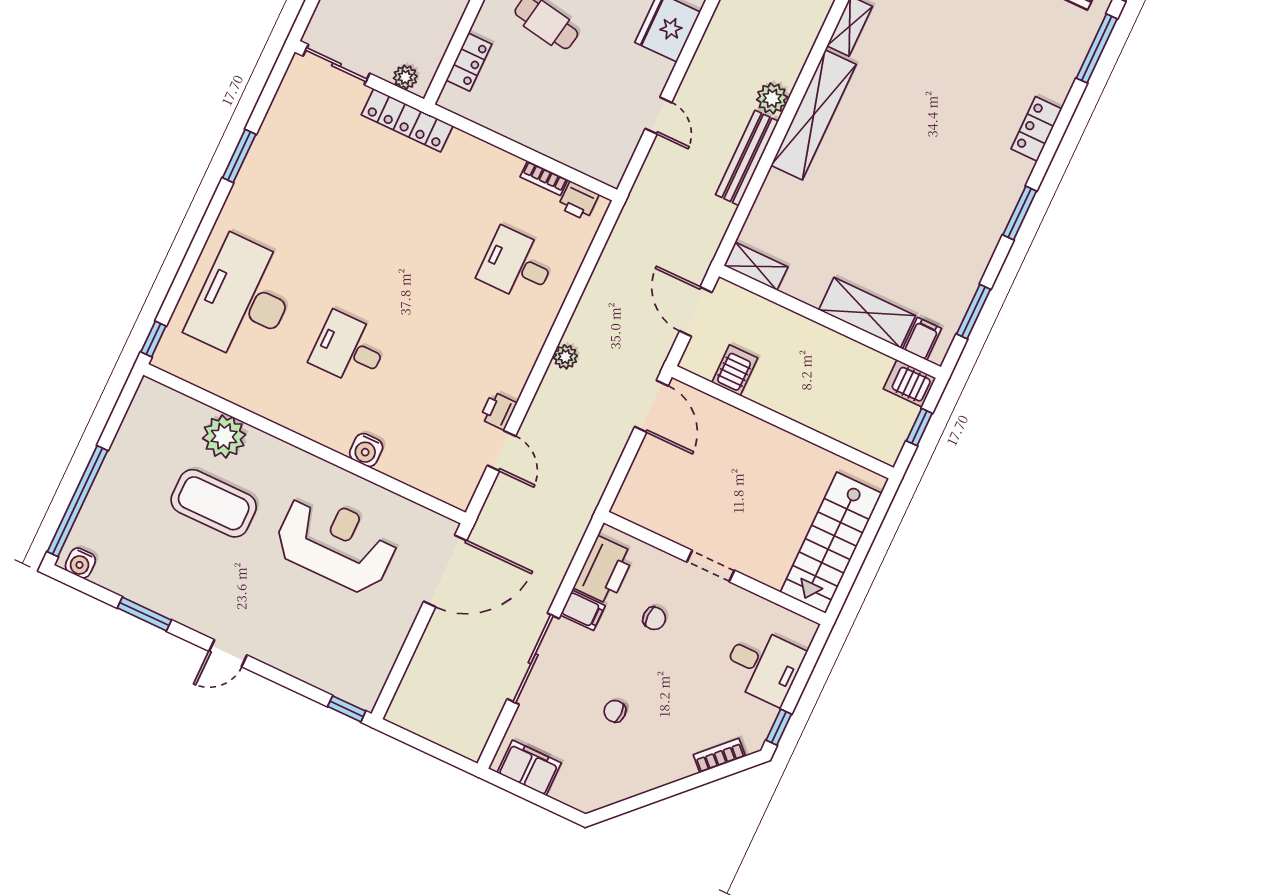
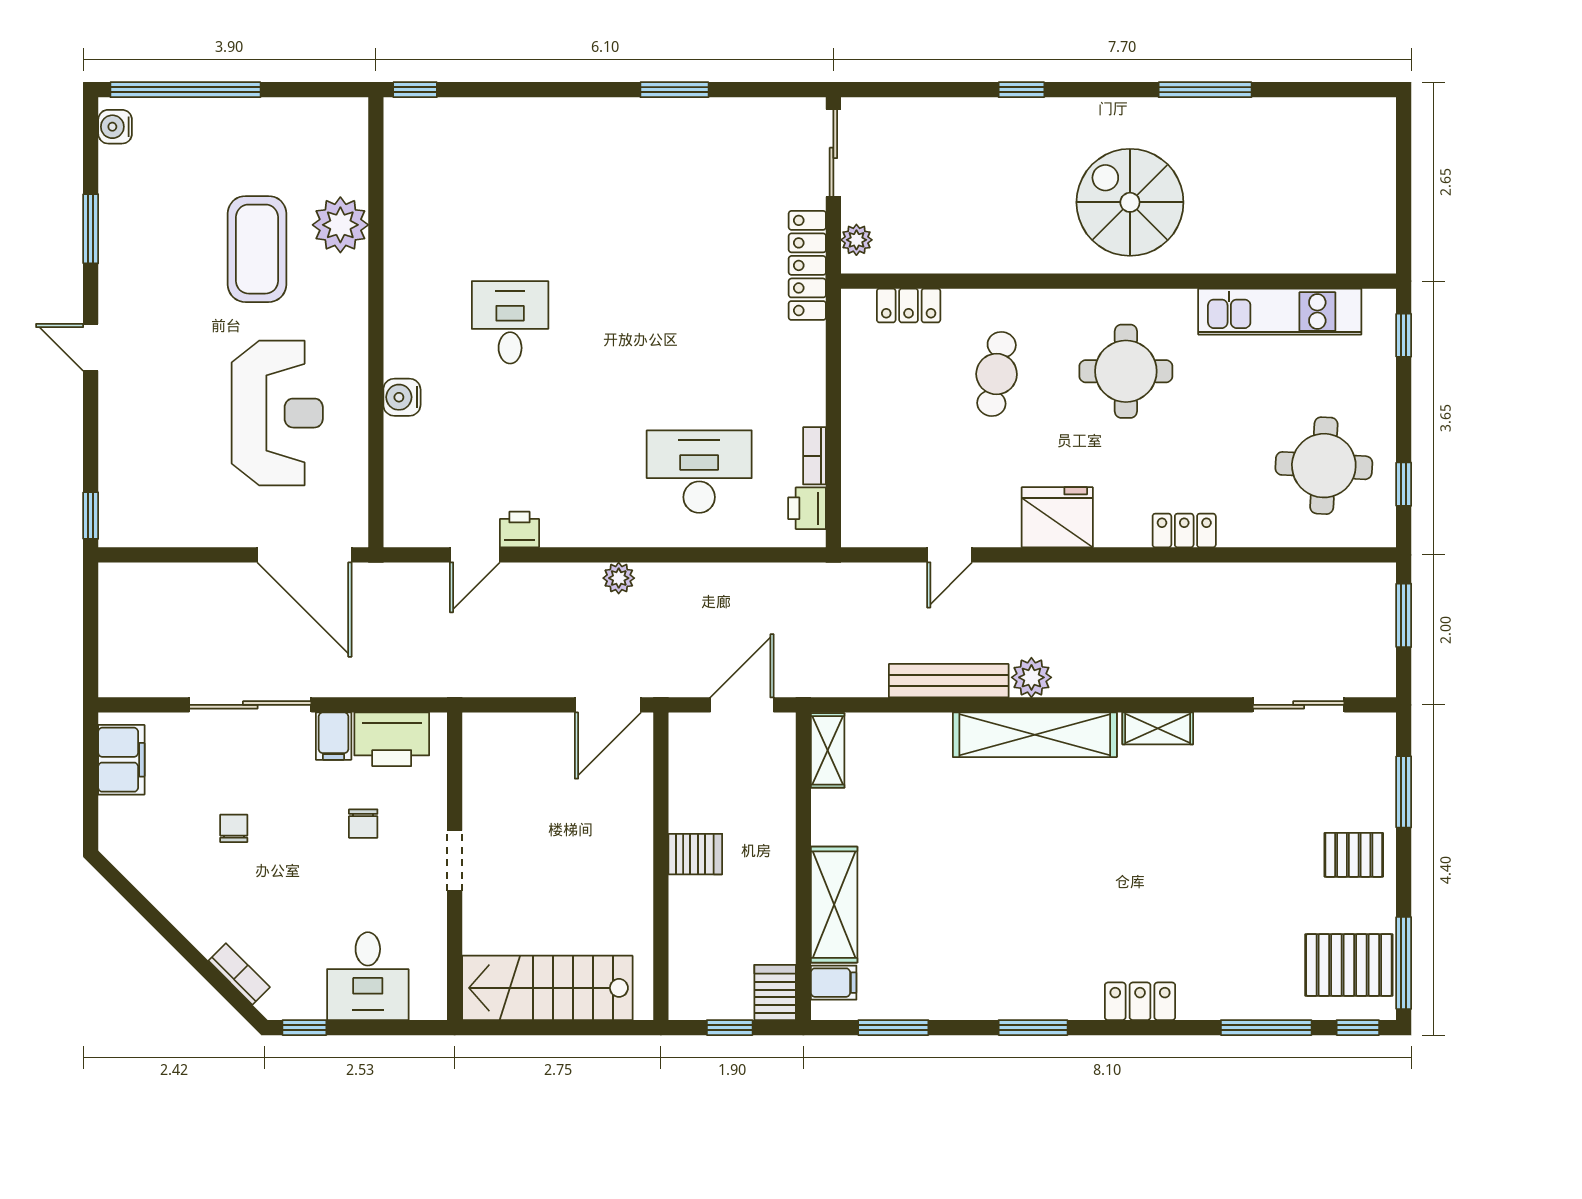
desk: (517, 265) -> (699, 472), width x1.37
desk: (244, 300) -> (510, 173), removed
server rack: (735, 370) -> (695, 854), moved

